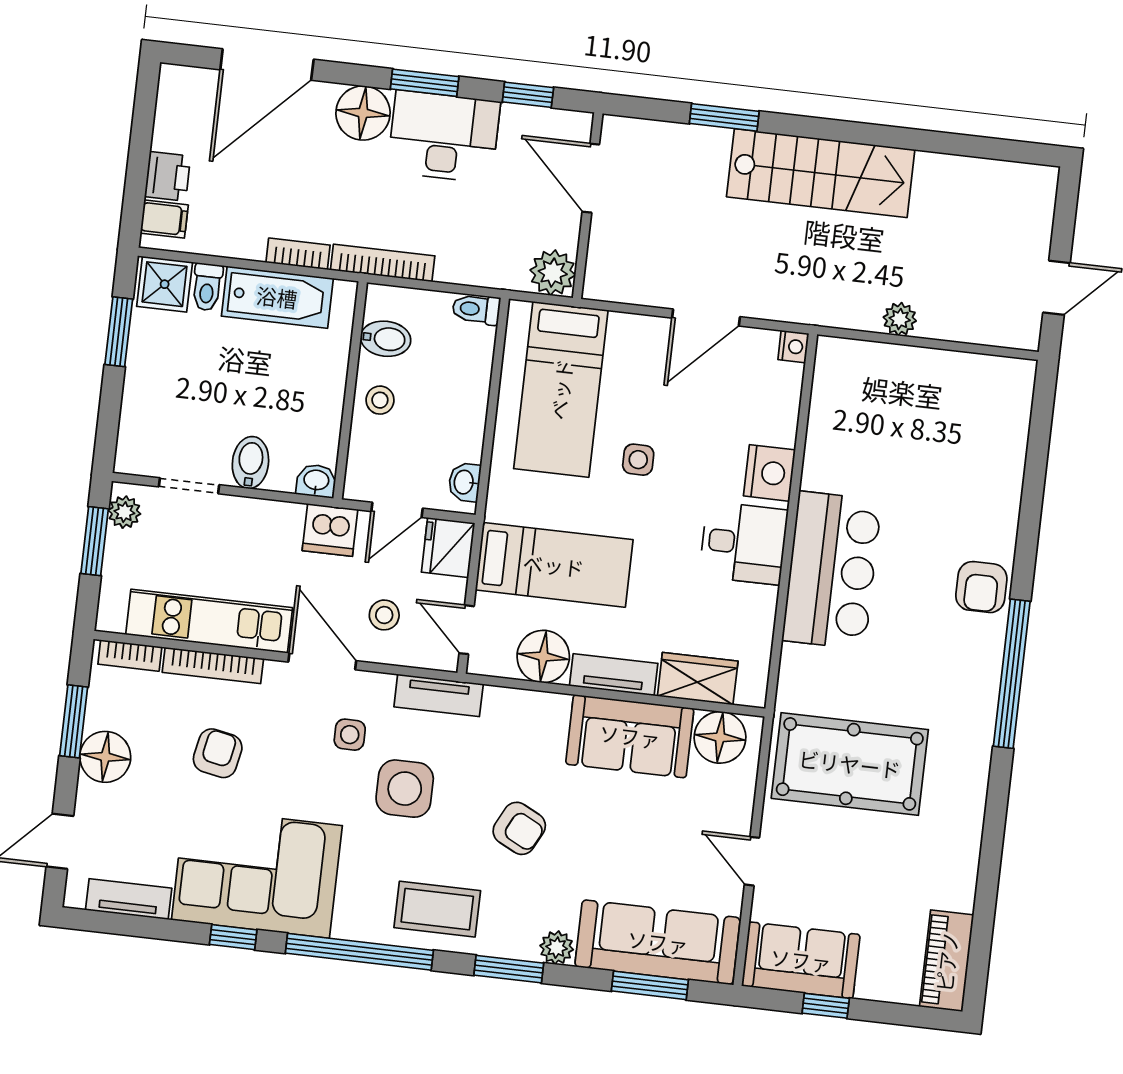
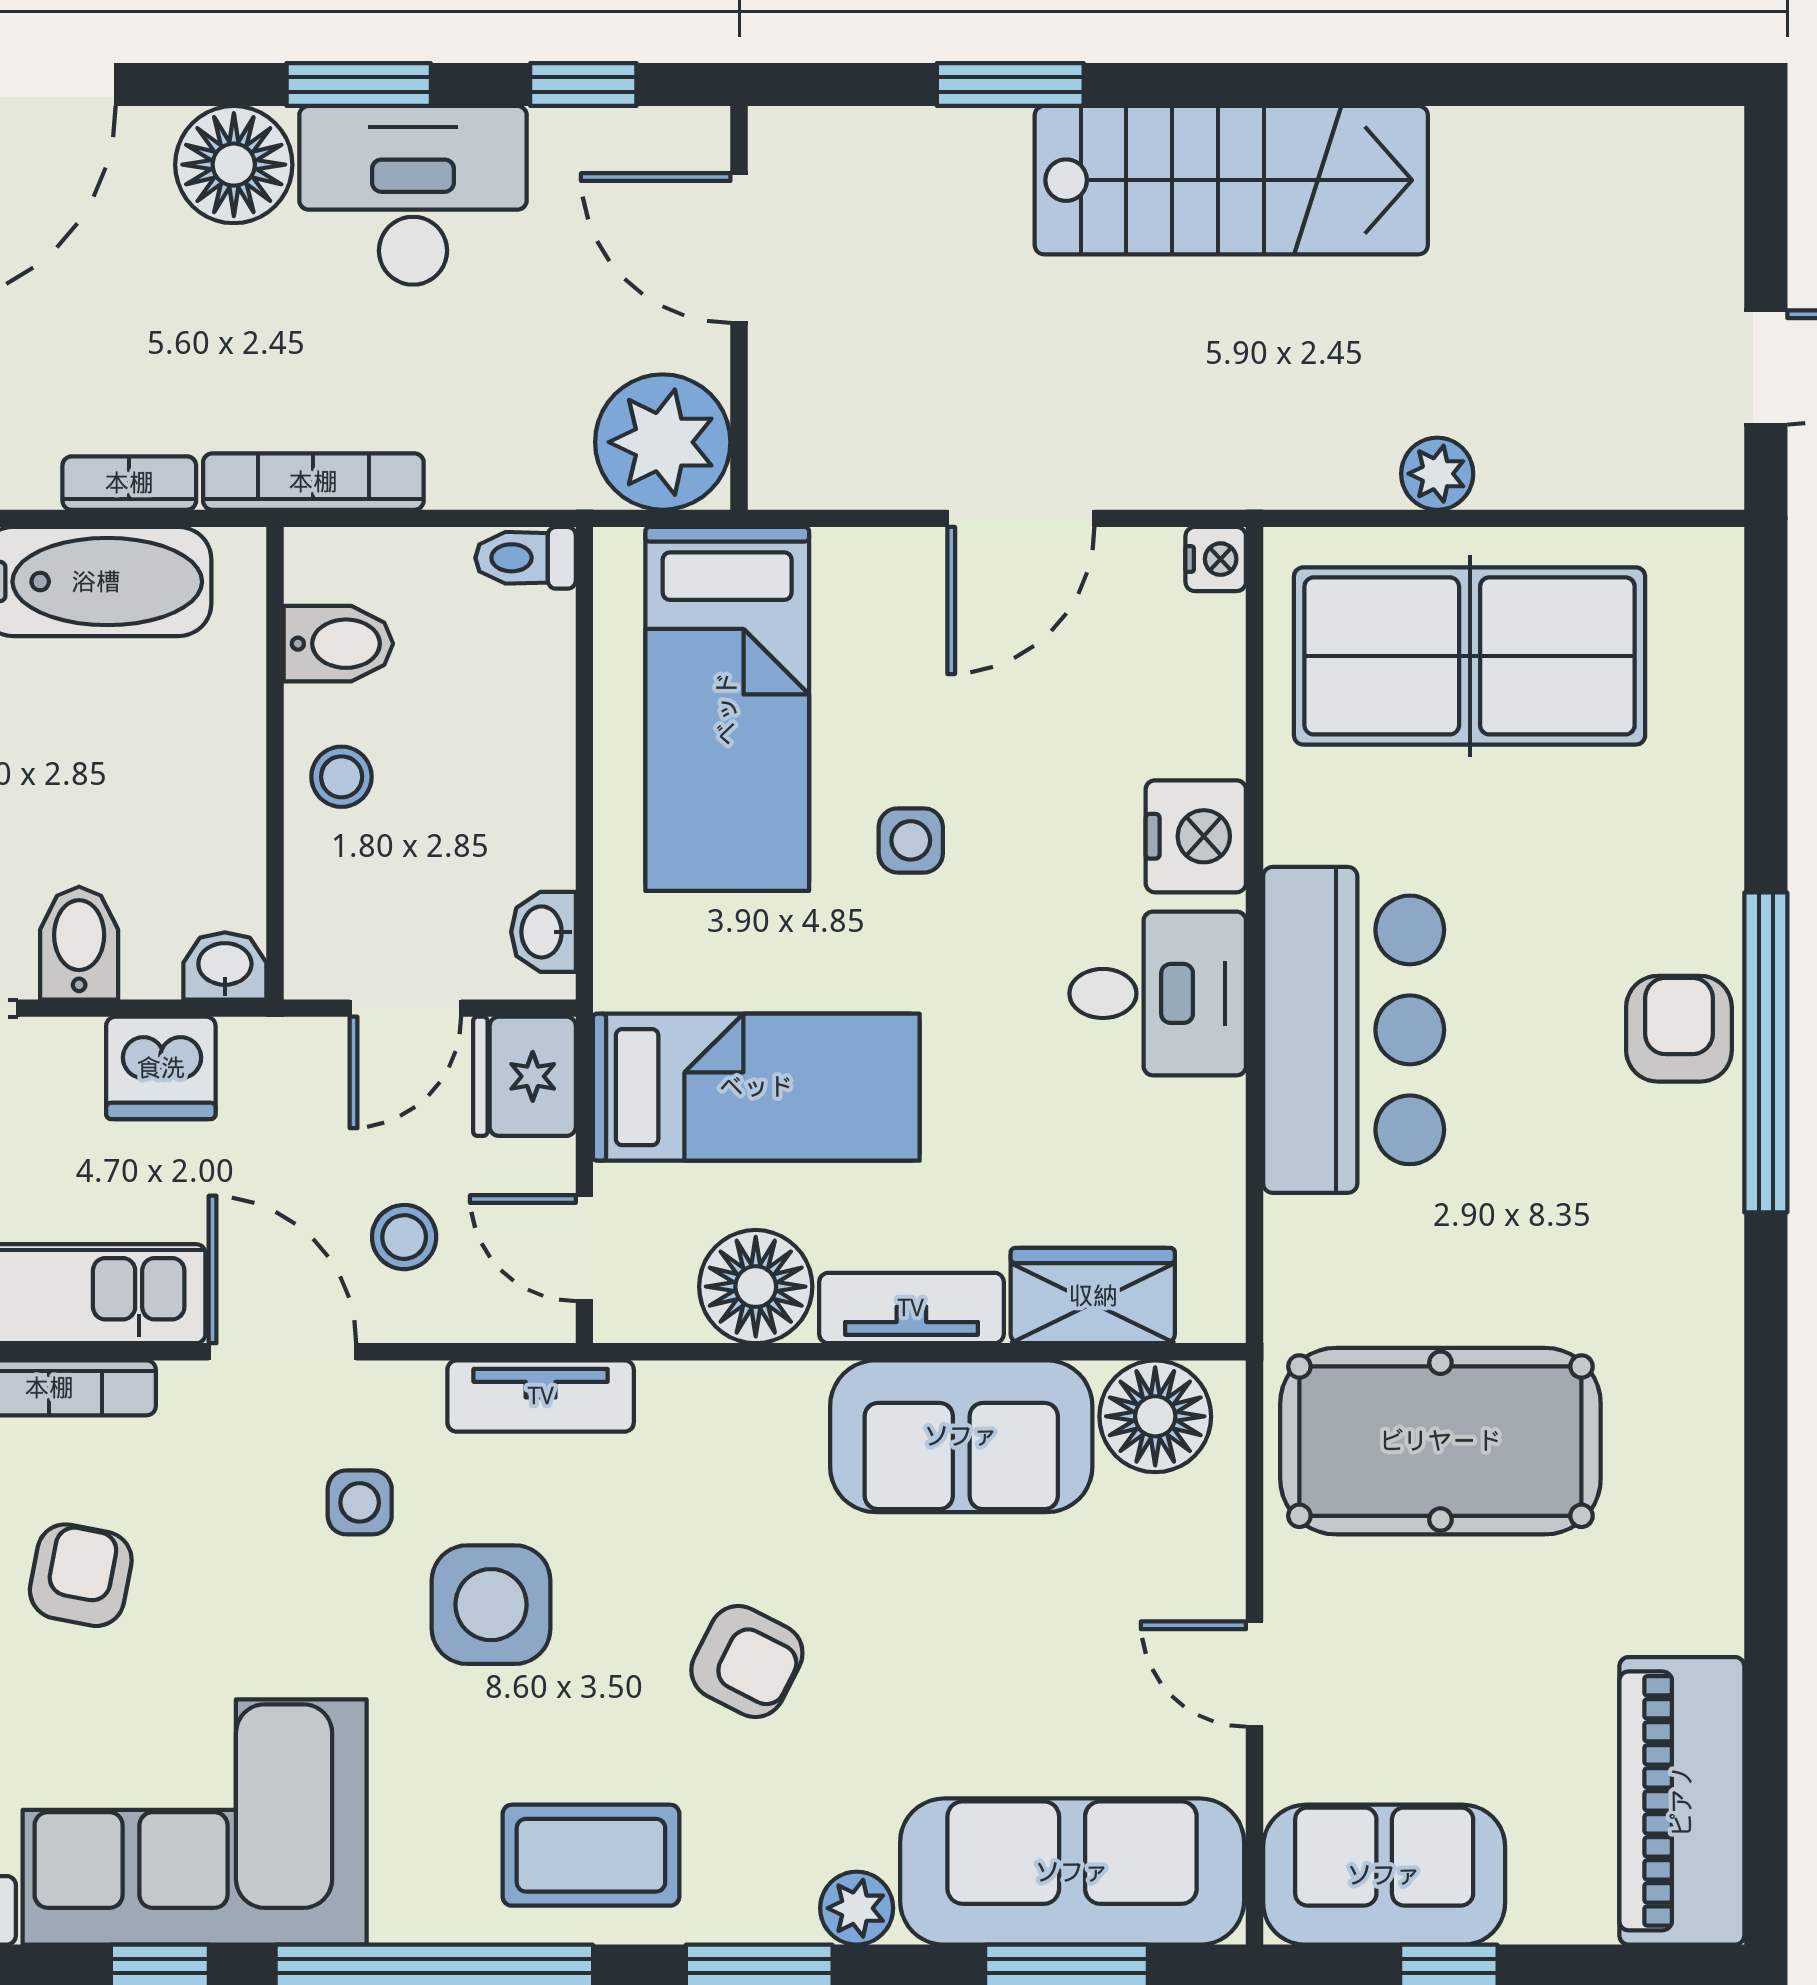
plant: (553, 273) -> (663, 442), width x1.36, depth x1.36
table tennis table: (905, 405) -> (1470, 656), added
dishwasher: (330, 530) -> (161, 1068), moved
armchair: (981, 587) -> (1679, 1029), turned 180
window: (1012, 674) -> (1766, 1052), moved
piano: (947, 961) -> (1682, 1801), width x1.37, depth x1.33

